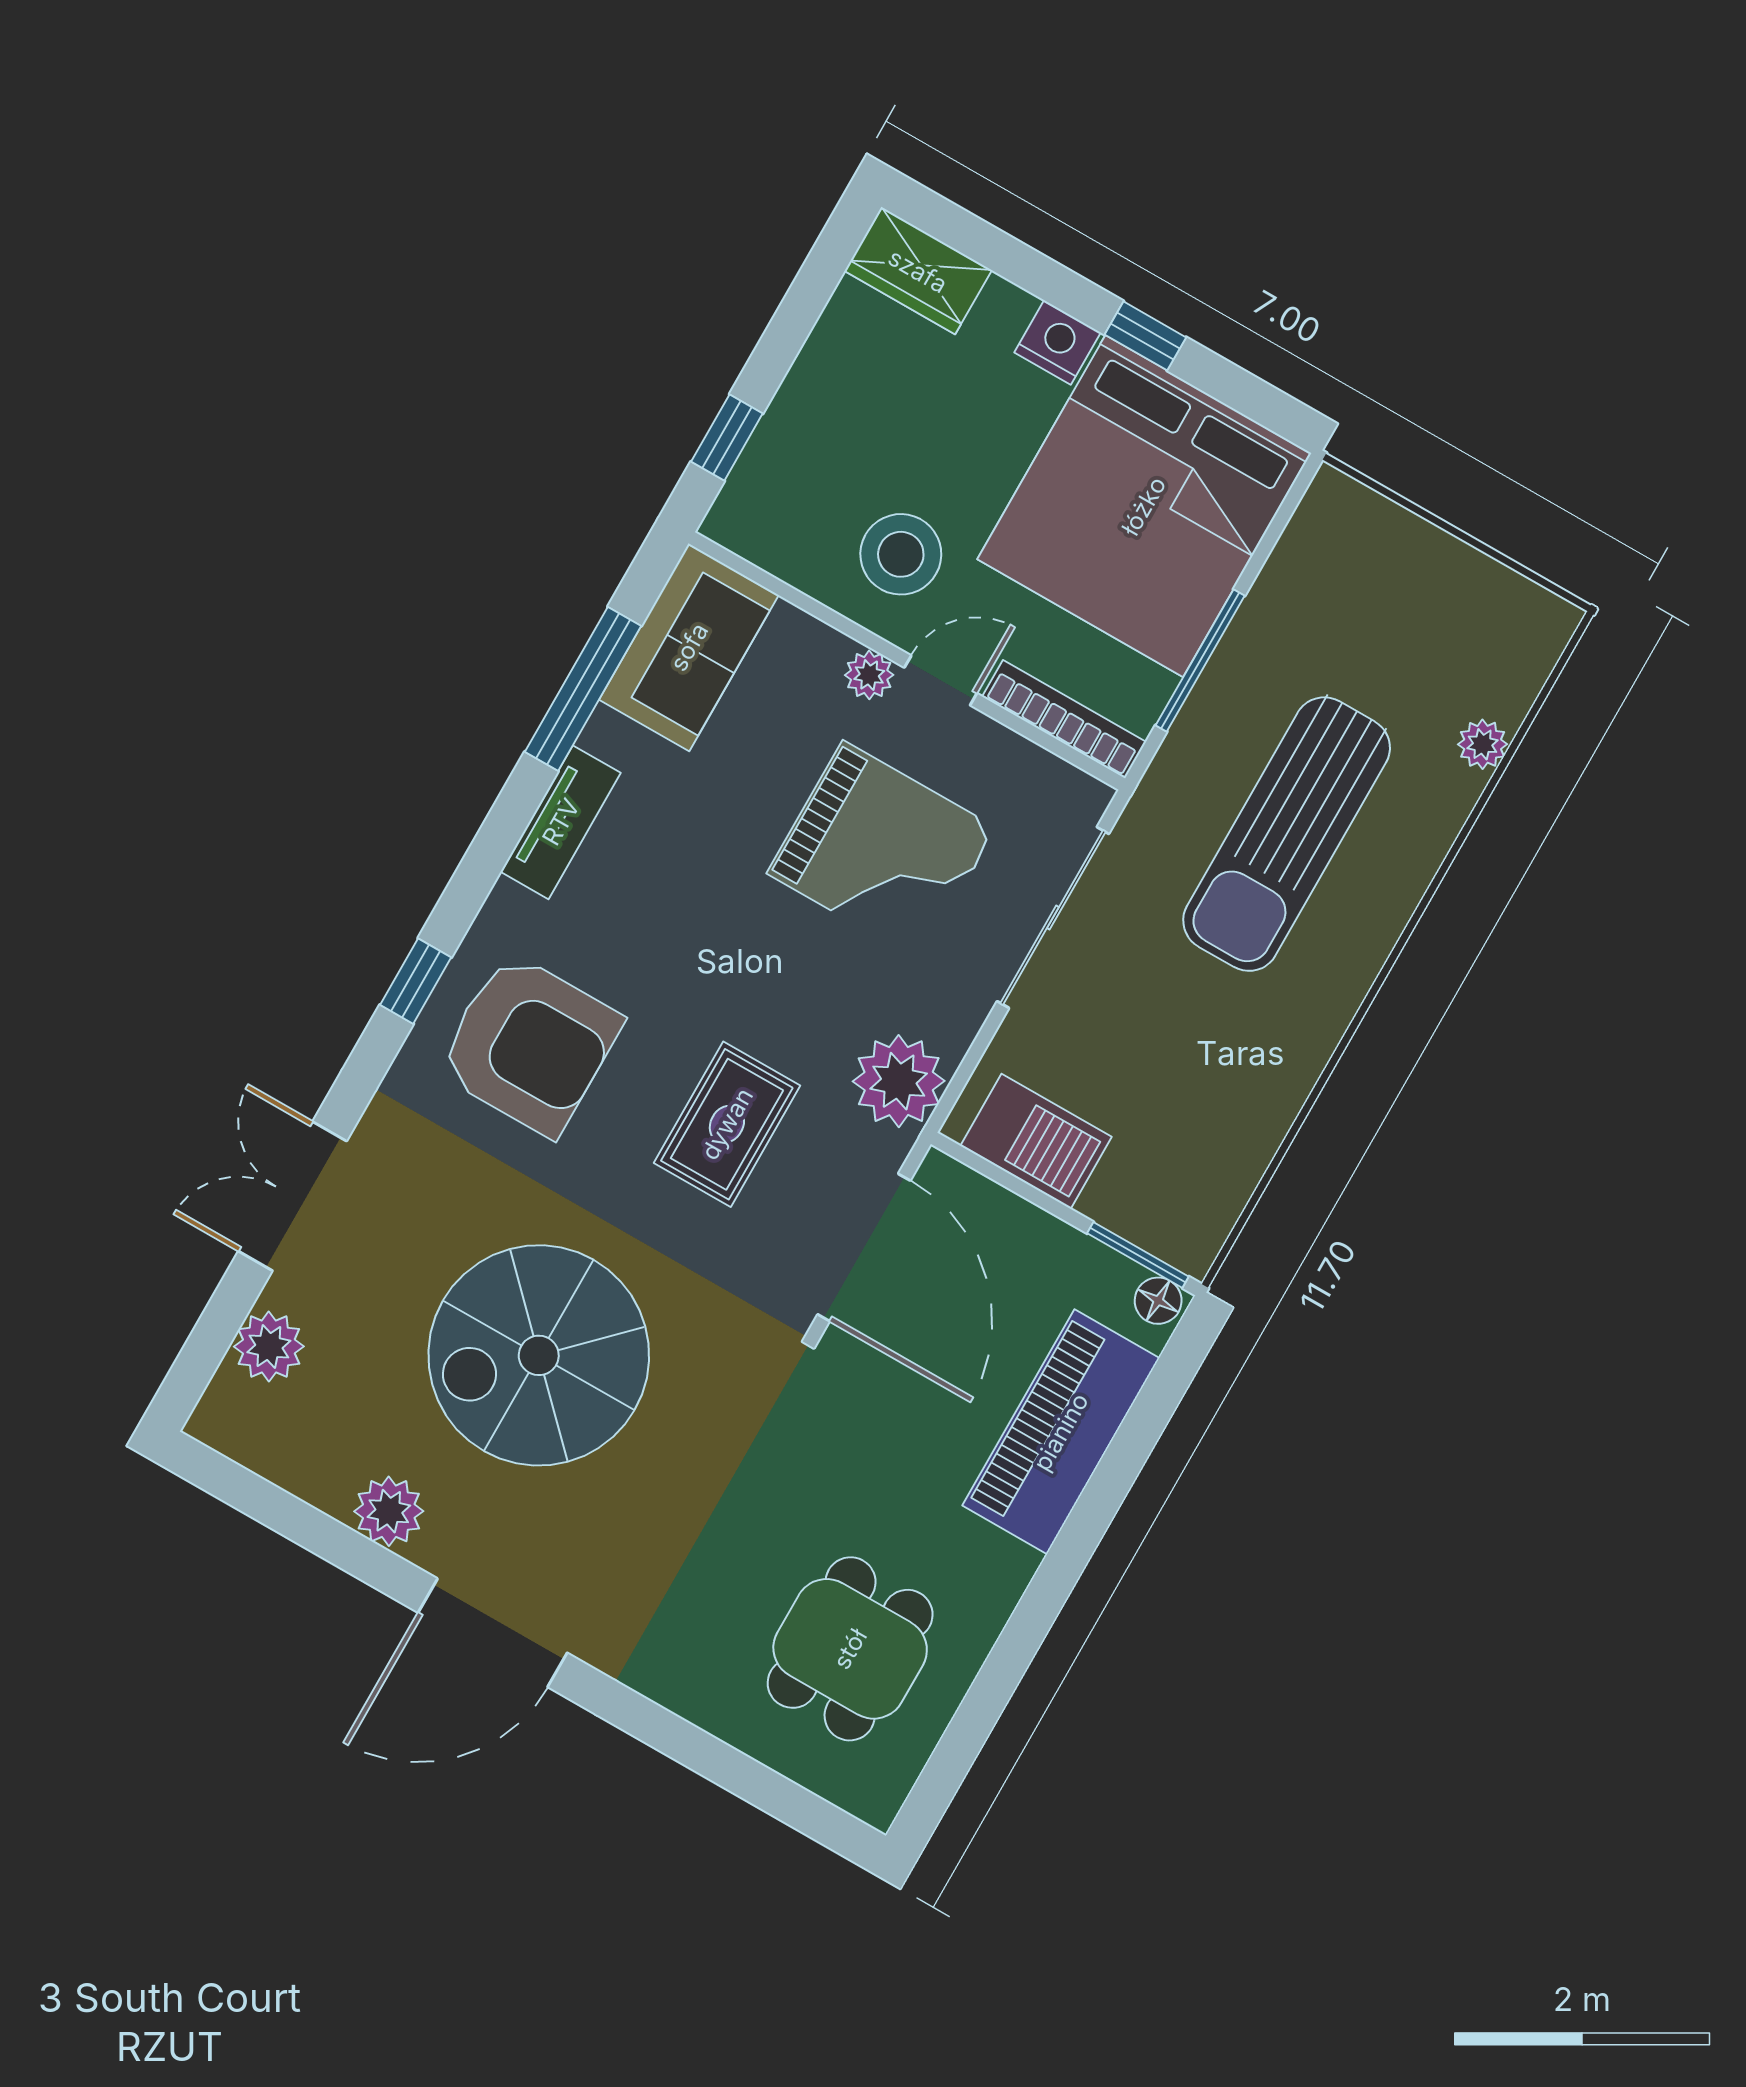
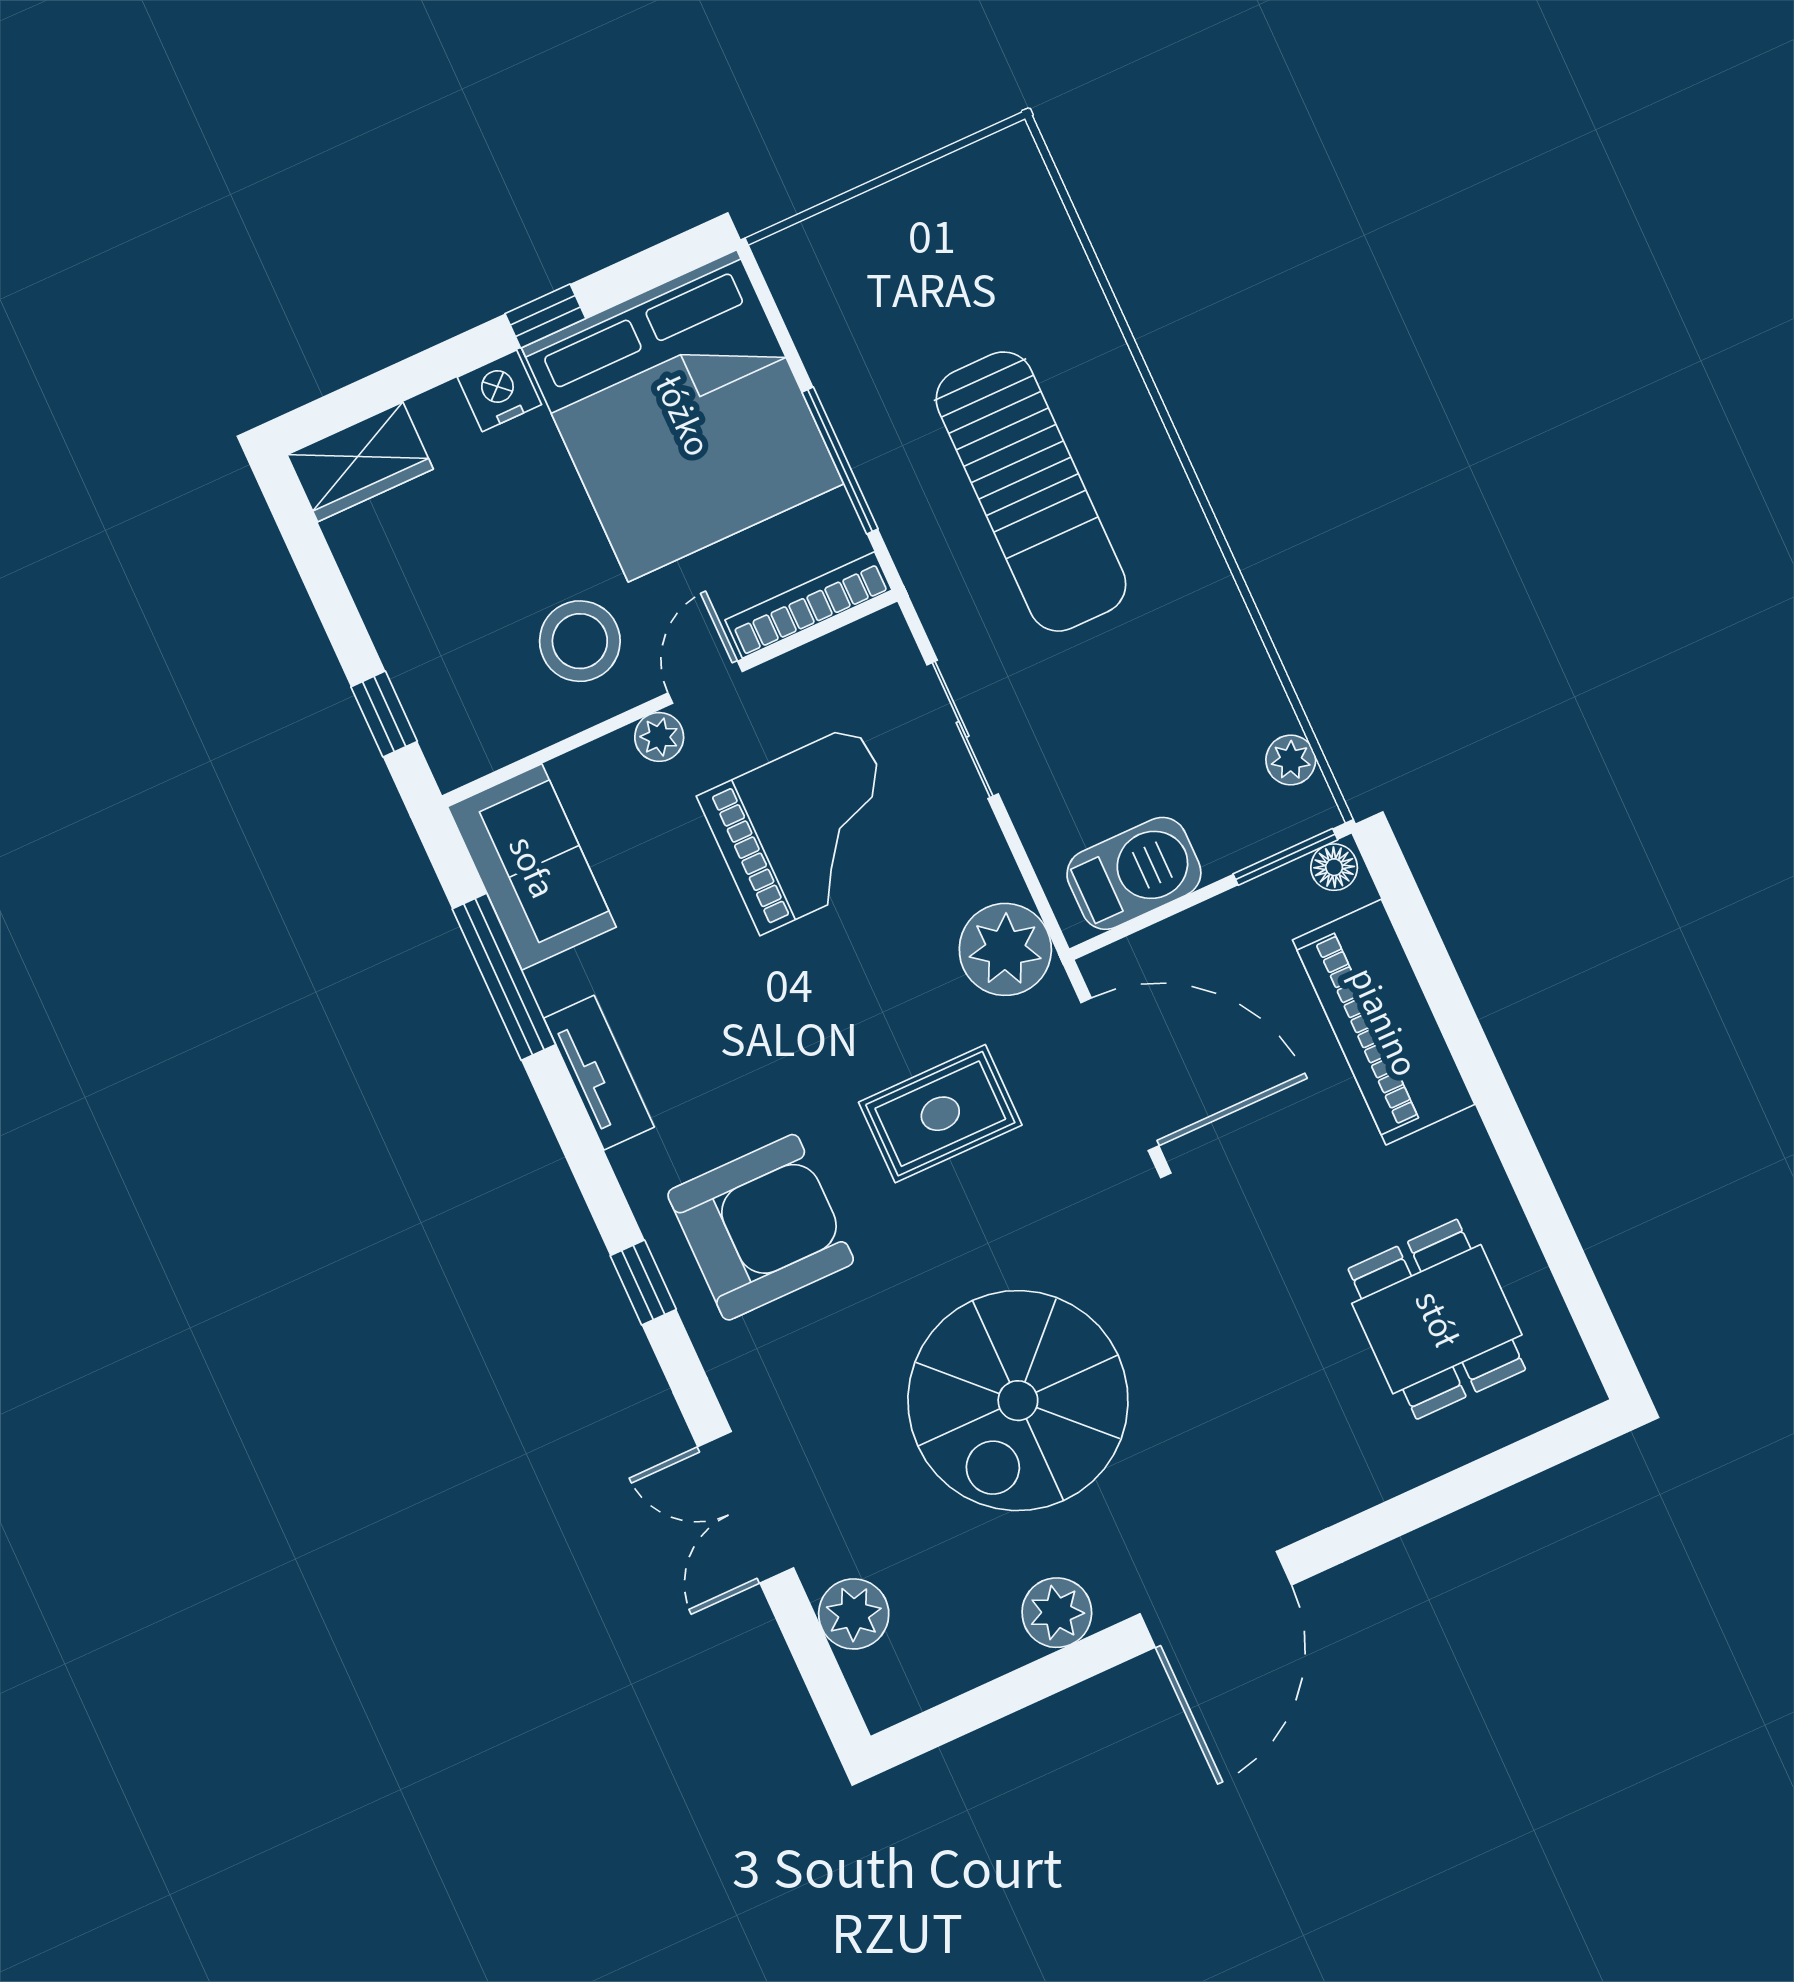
plant: (1483, 744) -> (1291, 760), moved
sliding door: (1053, 918) -> (963, 729), width x0.73
rug: (727, 1124) -> (940, 1114), turned 90

